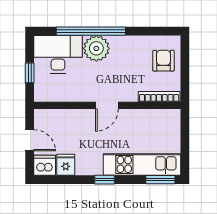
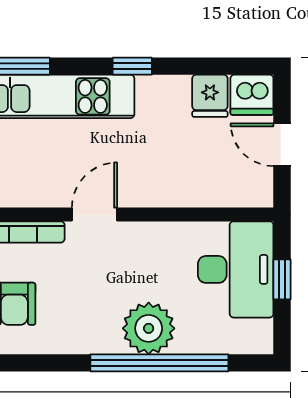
desk: (58, 54) -> (236, 269), moved, turned -90
door: (107, 105) -> (95, 214), moved

